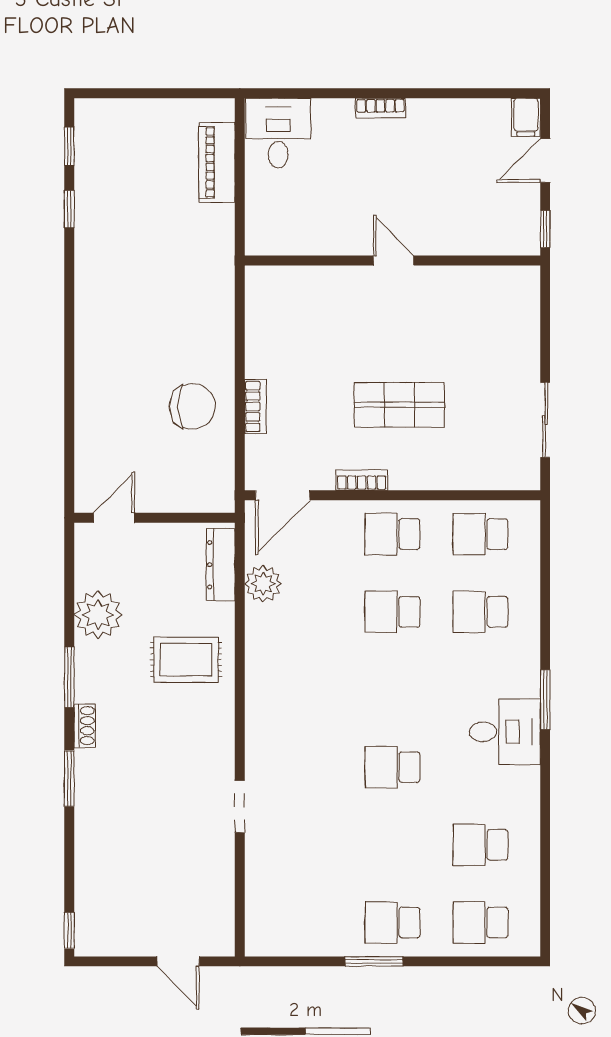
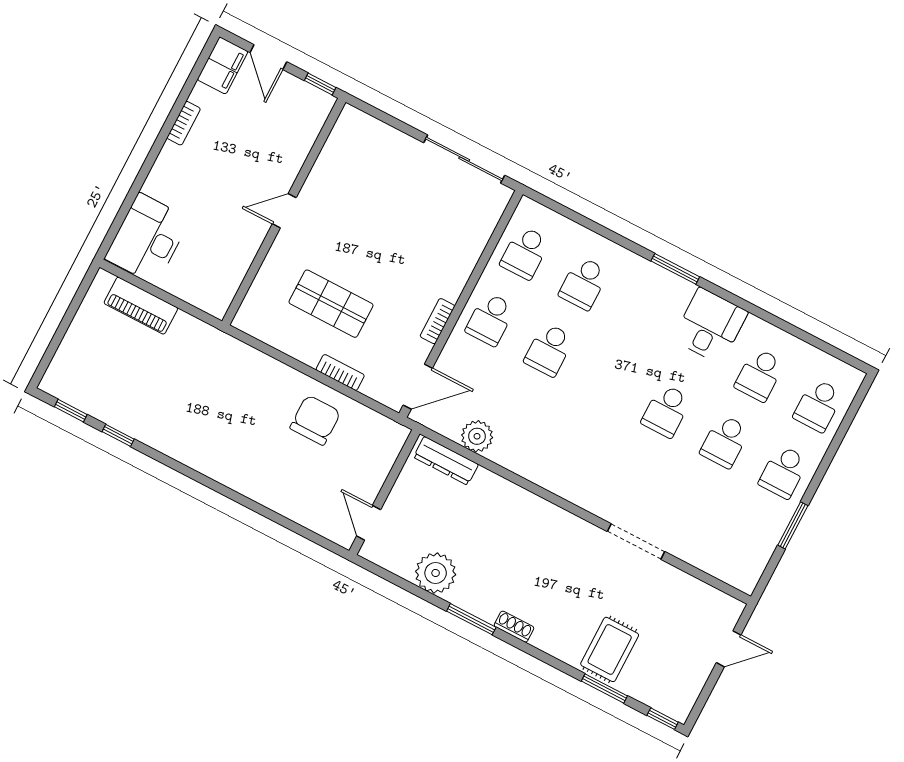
bookcase: (380, 108) -> (184, 123), moved
filing cabinet: (526, 117) -> (223, 65), width x2.00
desk: (278, 133) -> (147, 239), width x1.37
shop shelf: (399, 405) -> (331, 304), moved, turned 90
sliding door: (545, 420) -> (464, 159), width x1.37
door: (283, 495) -> (418, 387), hinge flipped
rug: (186, 660) -> (610, 649), moved
desk: (505, 732) -> (710, 326), moved
window: (69, 779) -> (604, 688), moved
doorway: (240, 807) -> (636, 541), width x1.38
school desk: (392, 845) -> (725, 441), added
window: (374, 961) -> (793, 525), moved

